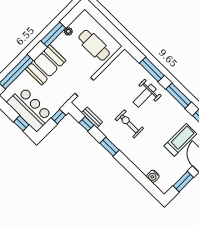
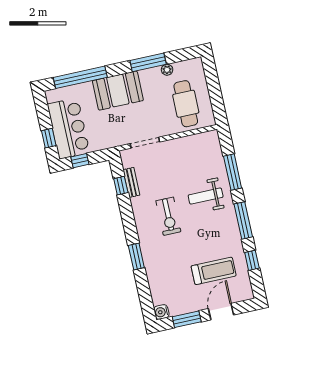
window: (59, 117) -> (80, 161), moved
exercise bike: (129, 124) -> (168, 216), turned 180
window: (110, 147) -> (136, 256), moved
water cooler: (153, 176) -> (161, 312), moved

